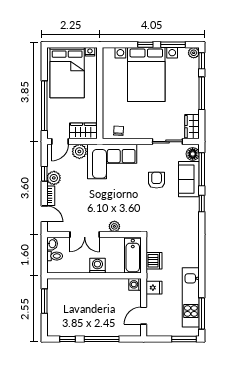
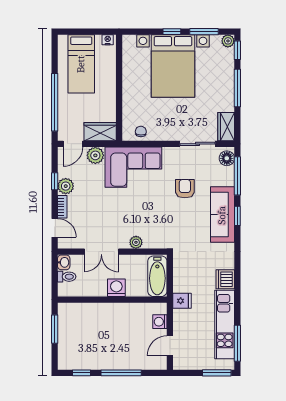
bed: (67, 73) -> (81, 64), width x0.67
sofa: (189, 179) -> (222, 215), moved, width x1.36
dishwasher: (154, 261) -> (225, 279), moved, turned 180
washing machine: (135, 284) -> (160, 322), moved
fridge: (154, 288) -> (182, 301), moved

